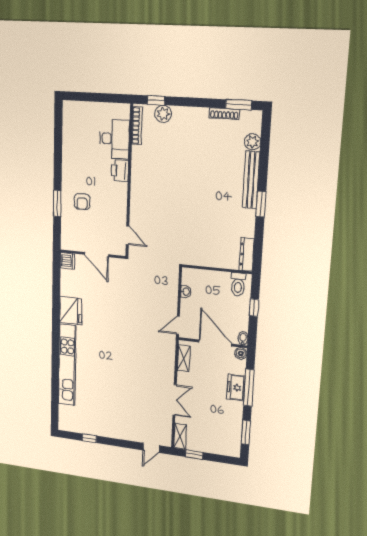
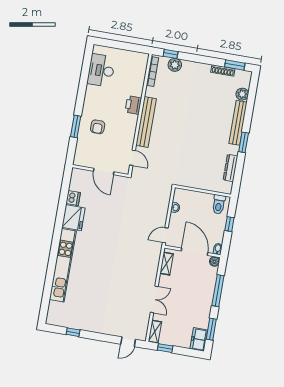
desk: (115, 139) -> (101, 70), moved, turned 180
bench: (138, 190) -> (146, 122), added
dresser: (247, 254) -> (230, 168), moved
dishwasher: (67, 261) -> (73, 198), moved
freezer: (236, 388) -> (199, 339), moved

